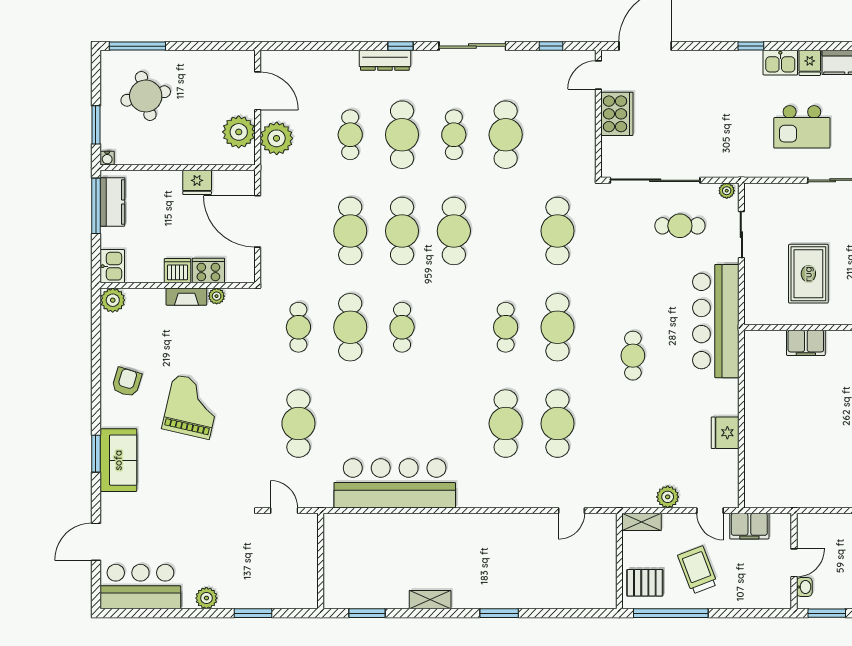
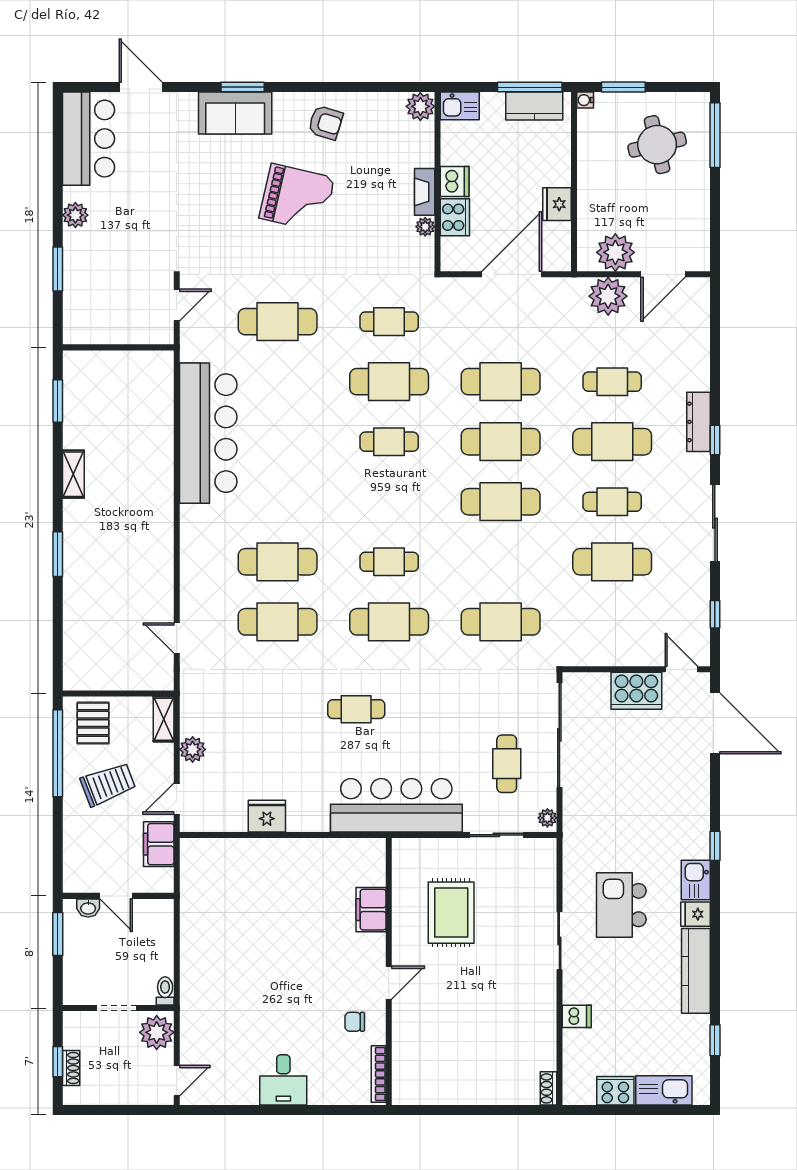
rug: (808, 274) -> (451, 913), turned 90

